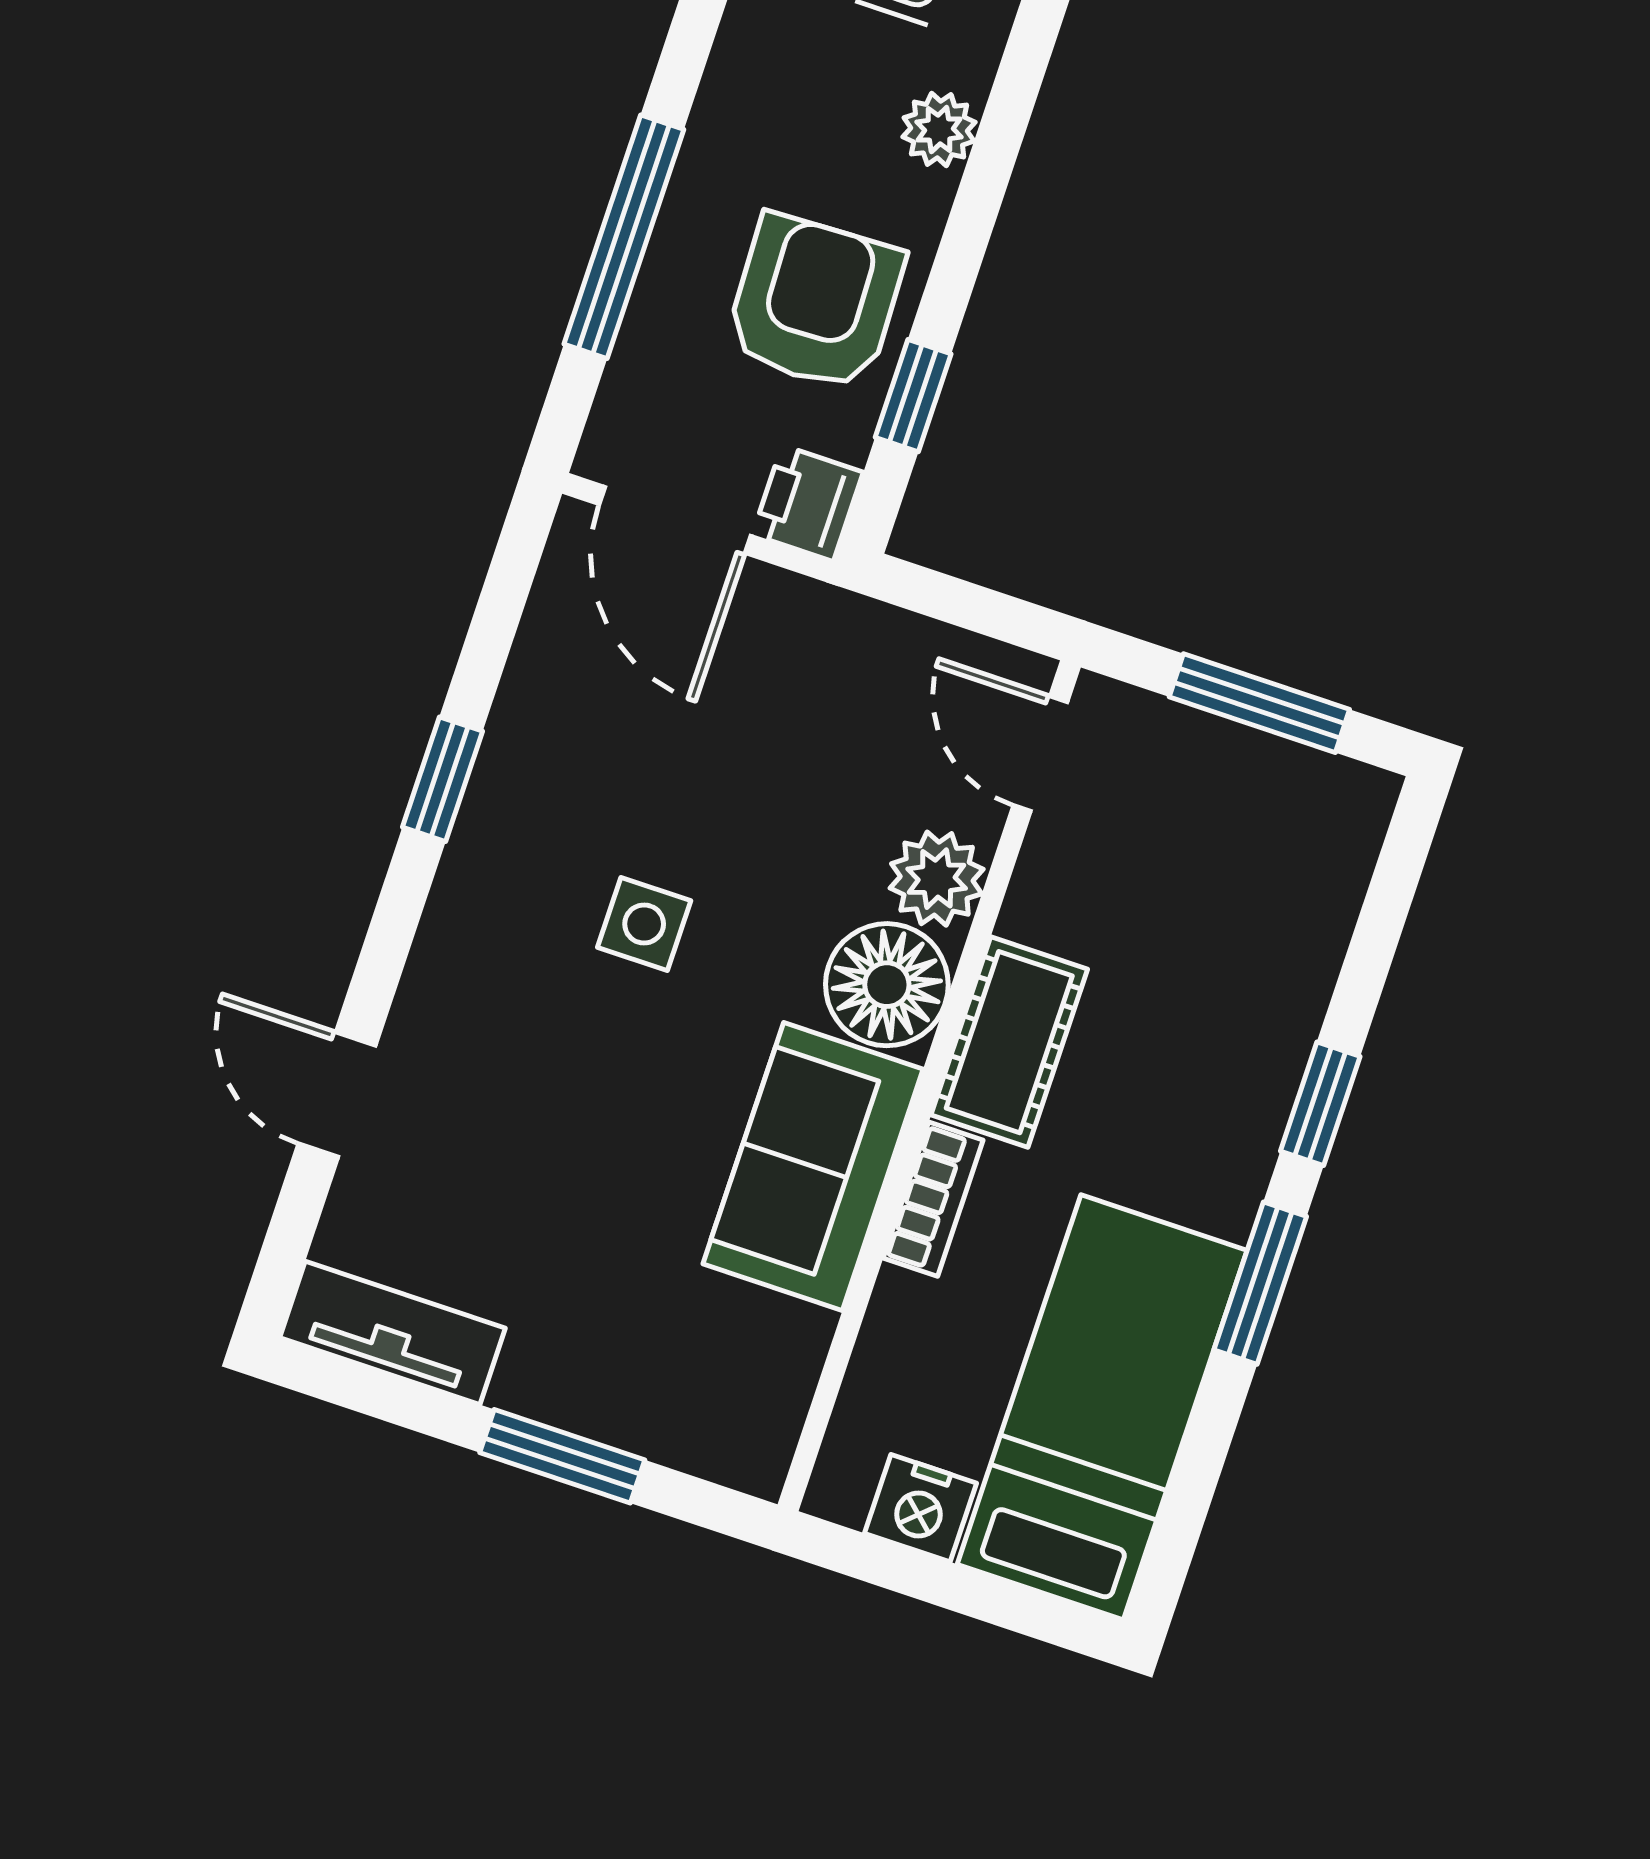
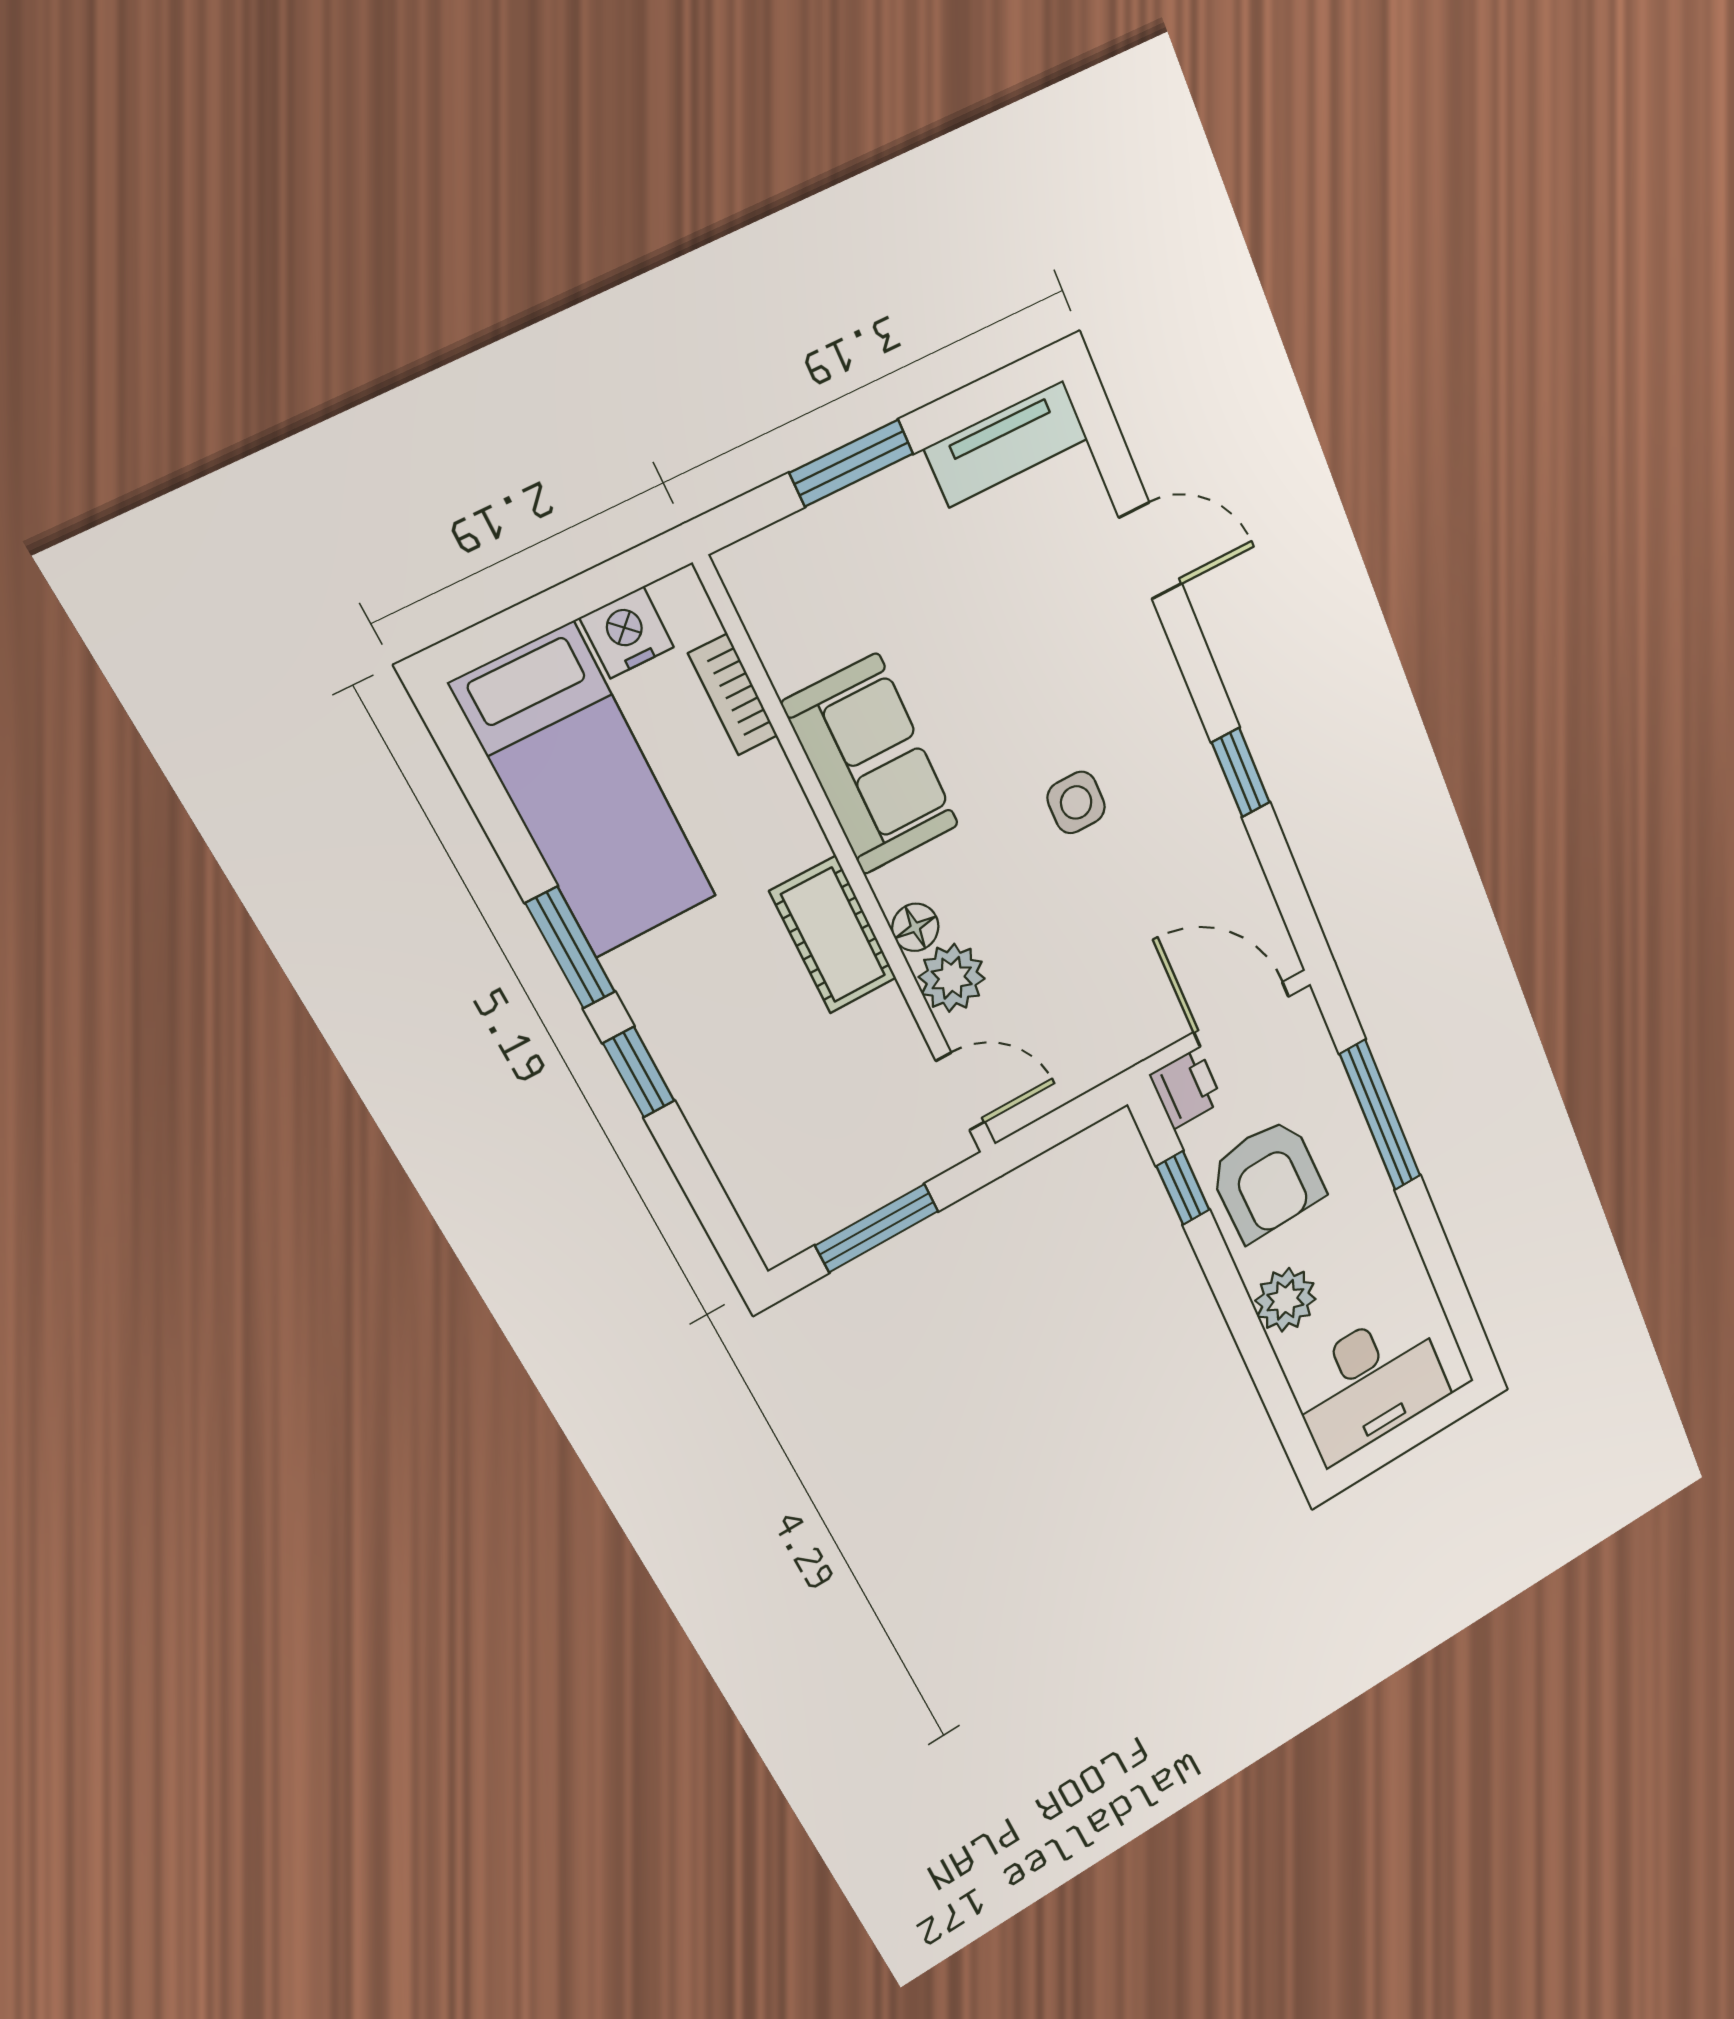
plant: (939, 129) -> (1285, 1300), width x1.38, depth x1.38
floor lamp: (887, 985) -> (915, 927), width x0.53, depth x0.53
bookcase: (933, 1199) -> (733, 695), moved

